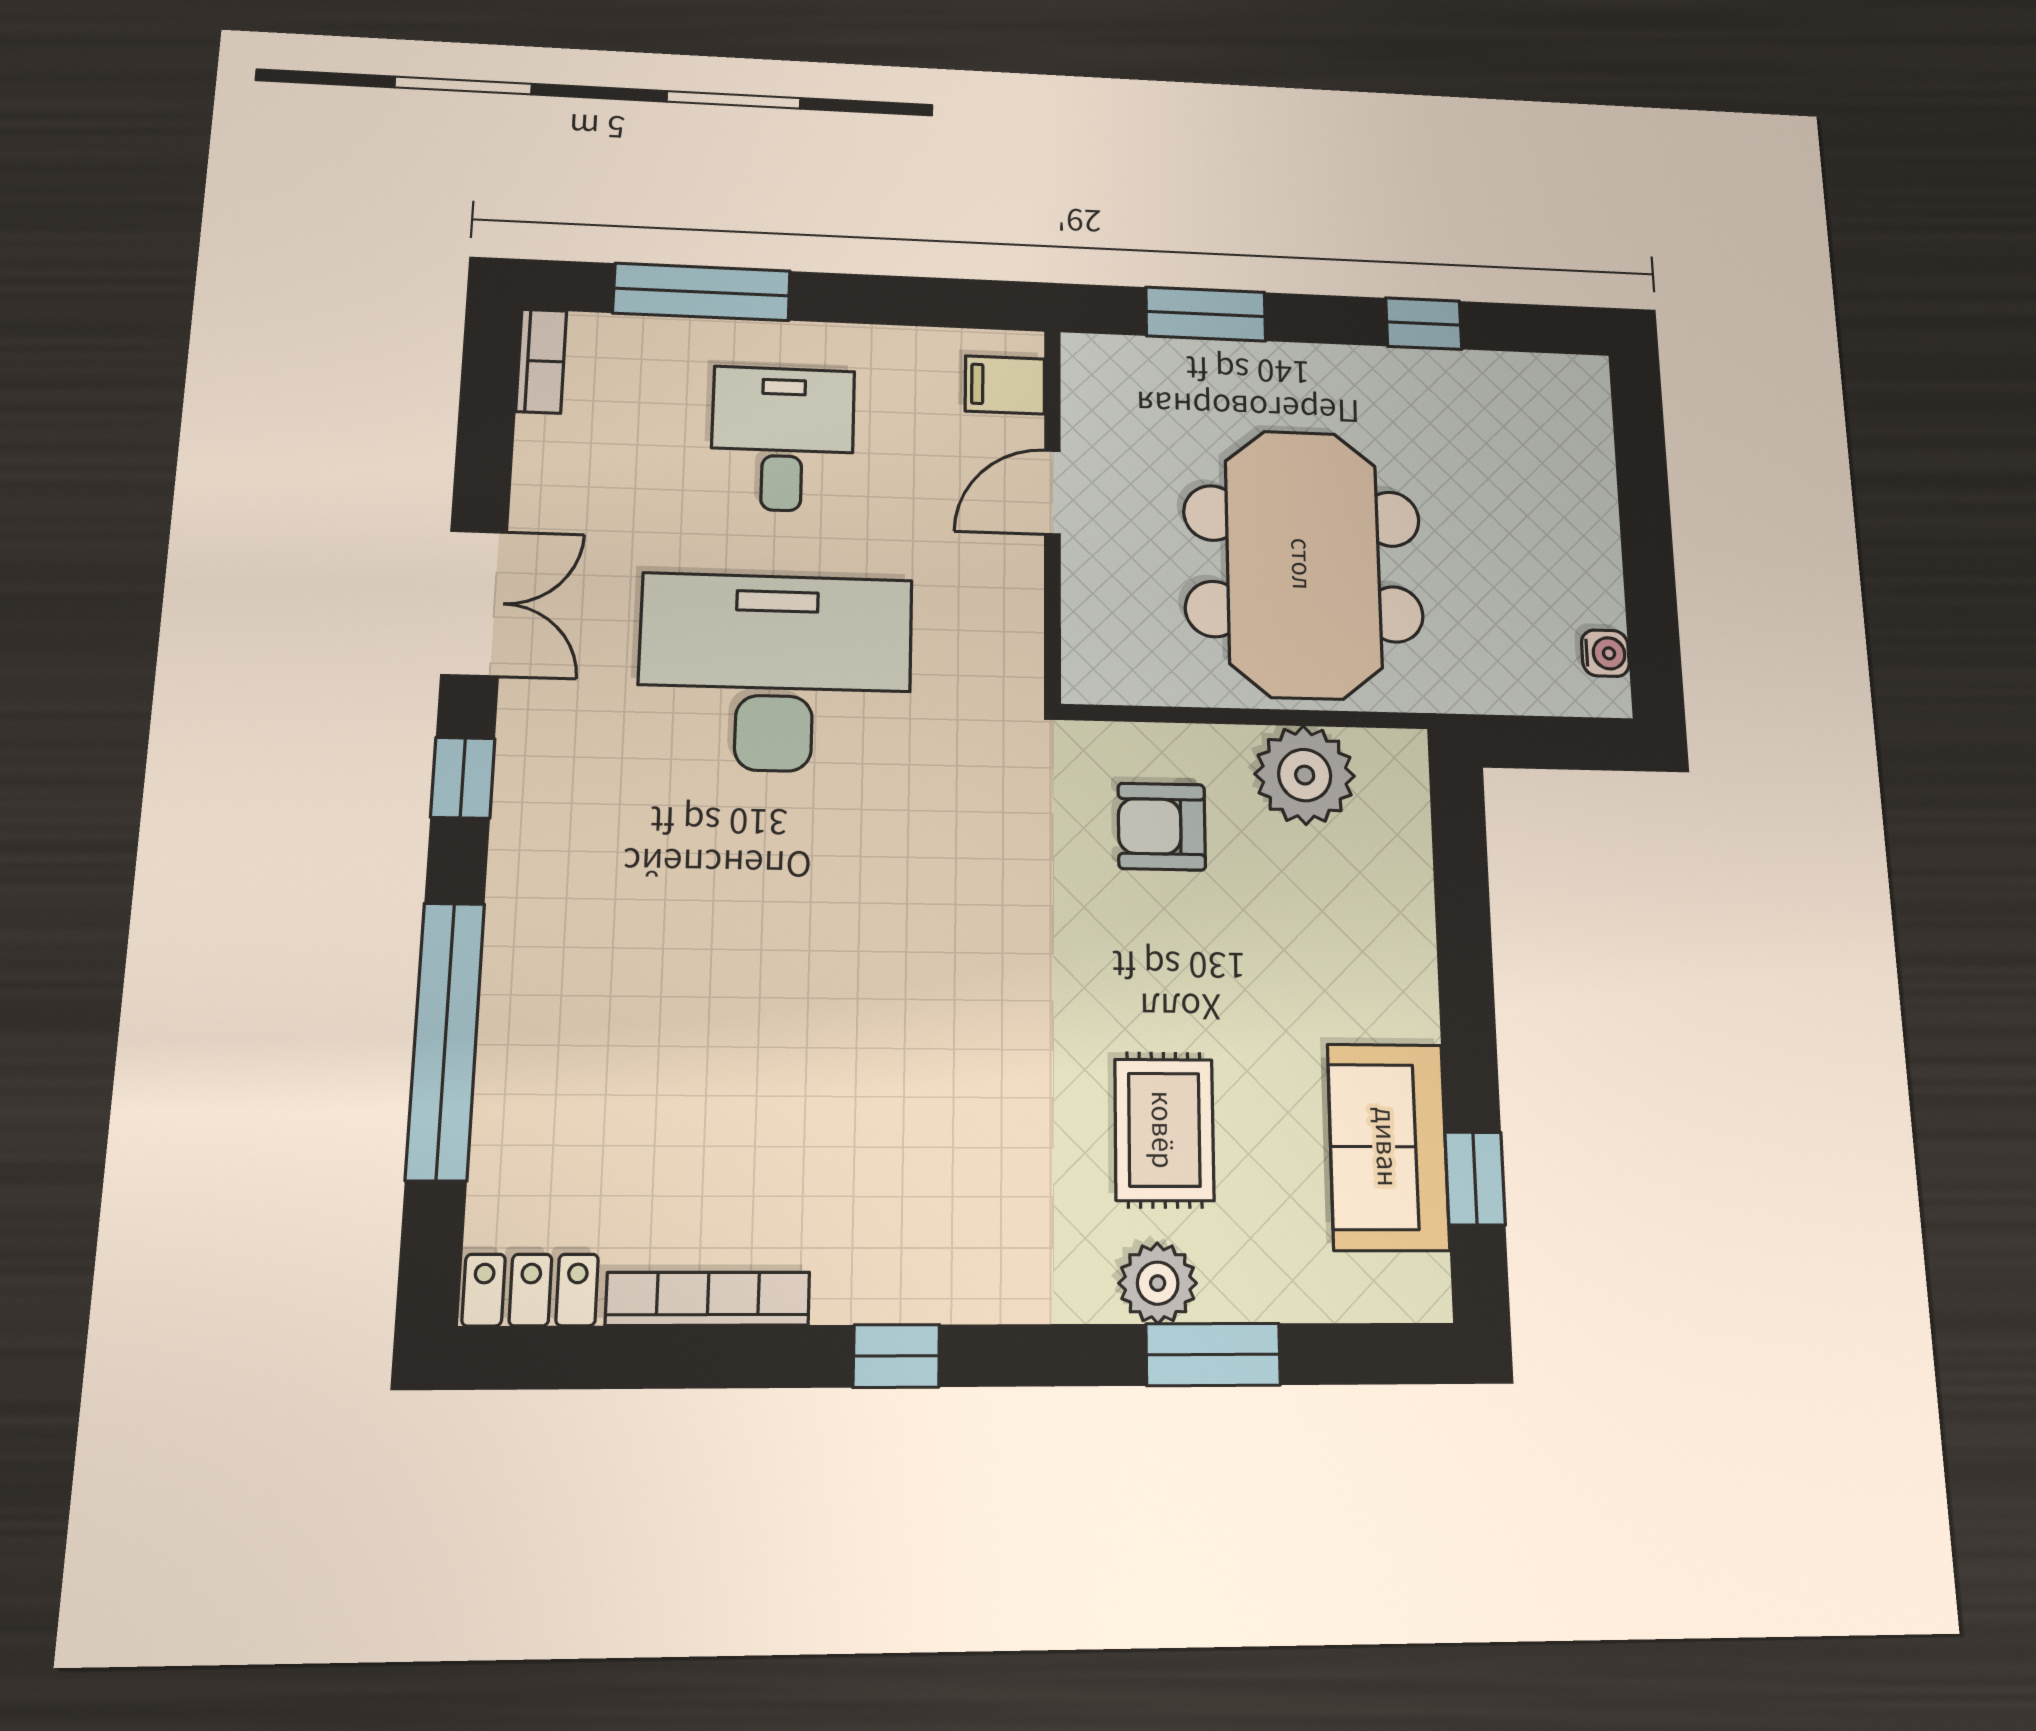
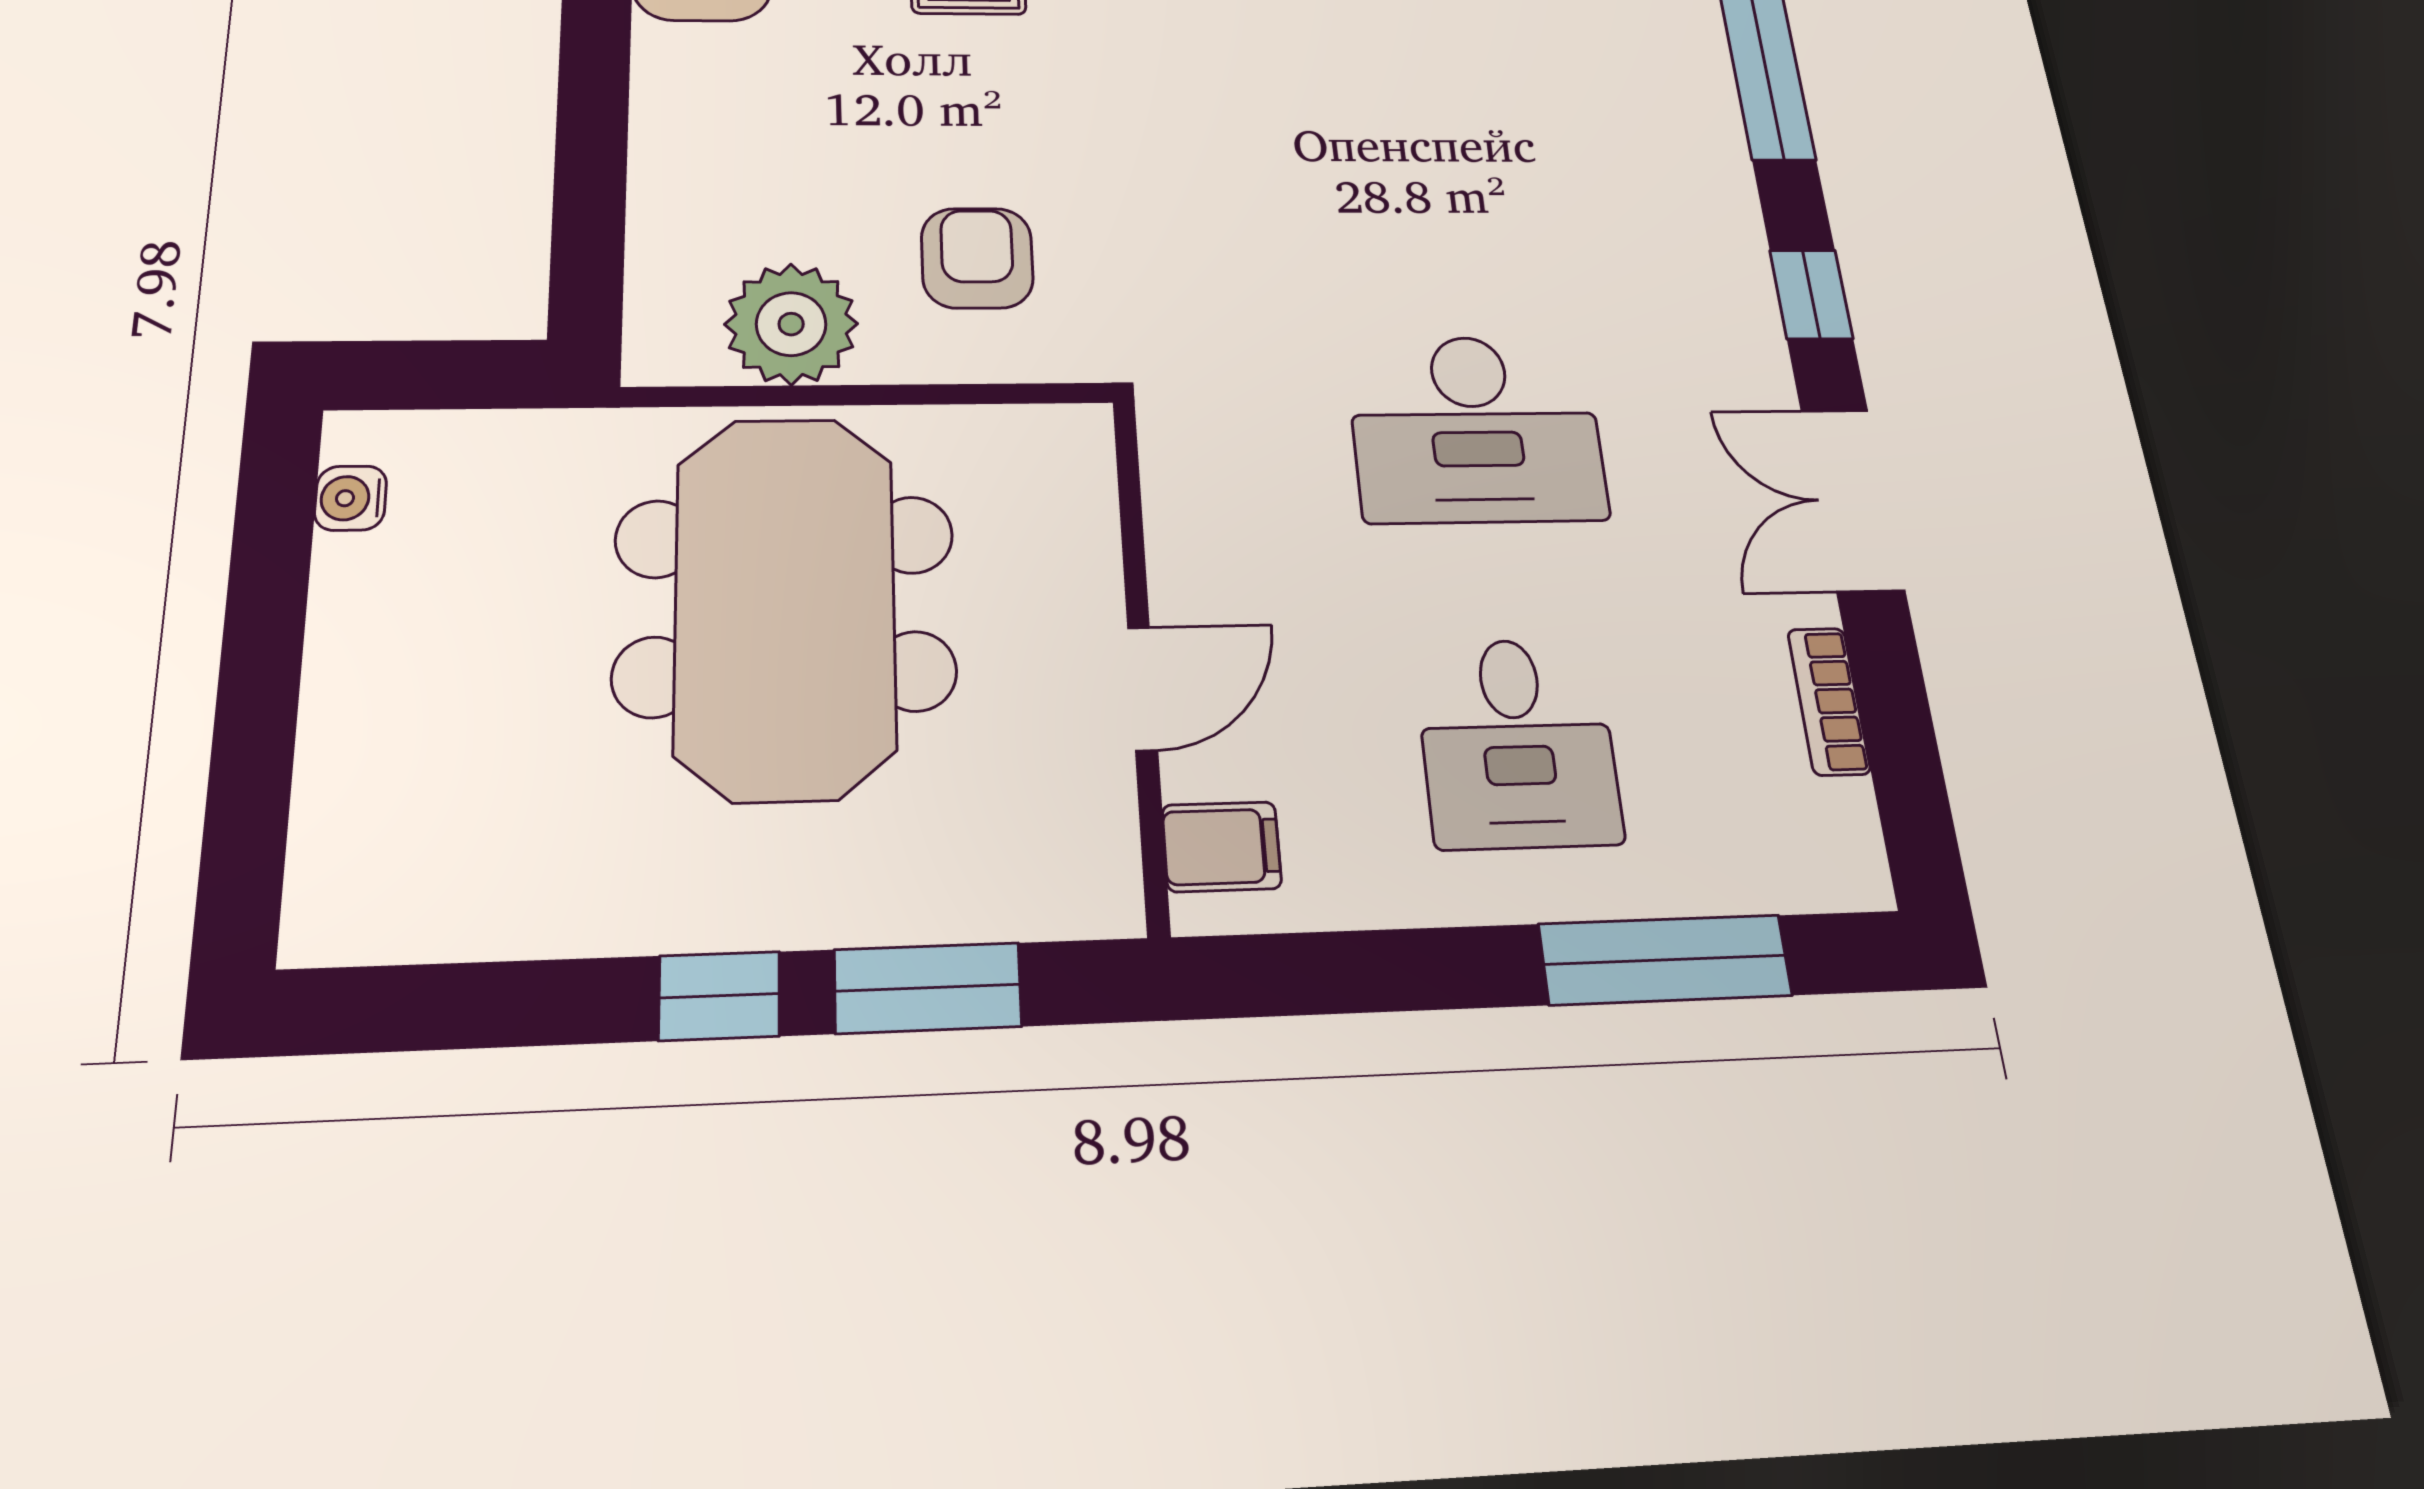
window: (1424, 324) -> (719, 996), moved
bookcase: (541, 361) -> (1829, 701), moved
desk: (775, 673) -> (1476, 429), width x0.73, depth x0.77
armchair: (1162, 827) -> (977, 258), turned -90

